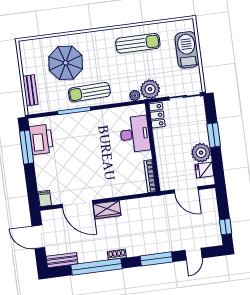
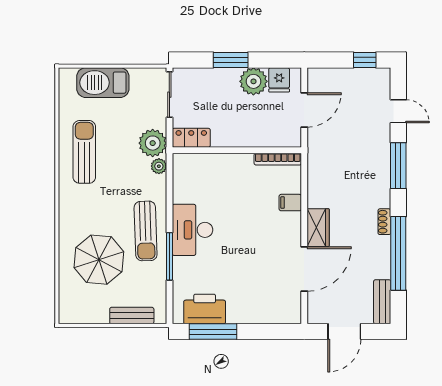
desk: (135, 134) -> (192, 230), moved, turned -90
filing cabinet: (45, 198) -> (290, 203), moved

